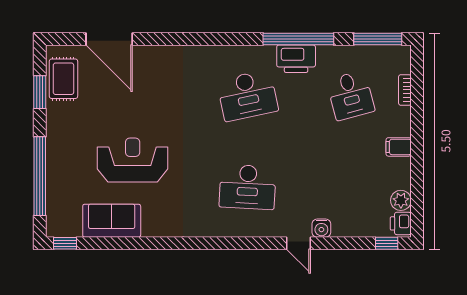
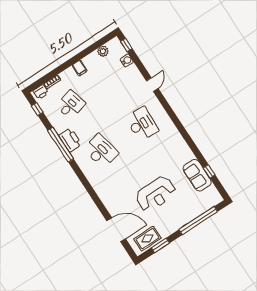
door: (109, 39) -> (116, 230), hinge flipped
window: (378, 39) -> (37, 109), width x0.46
reception desk: (133, 160) -> (156, 194), moved, turned -90
printer: (401, 223) -> (41, 92), moved
water cooler: (321, 228) -> (127, 60), moved
window: (65, 243) -> (209, 171), moved

